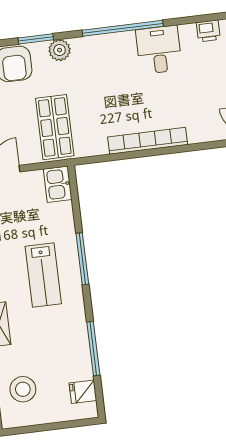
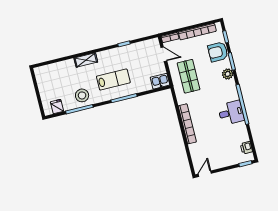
desk: (159, 50) -> (231, 113), moved
shop shelf: (55, 127) -> (189, 76), turned 90
lab bench: (43, 275) -> (113, 80), turned 180
stool: (23, 389) -> (82, 95), moved

